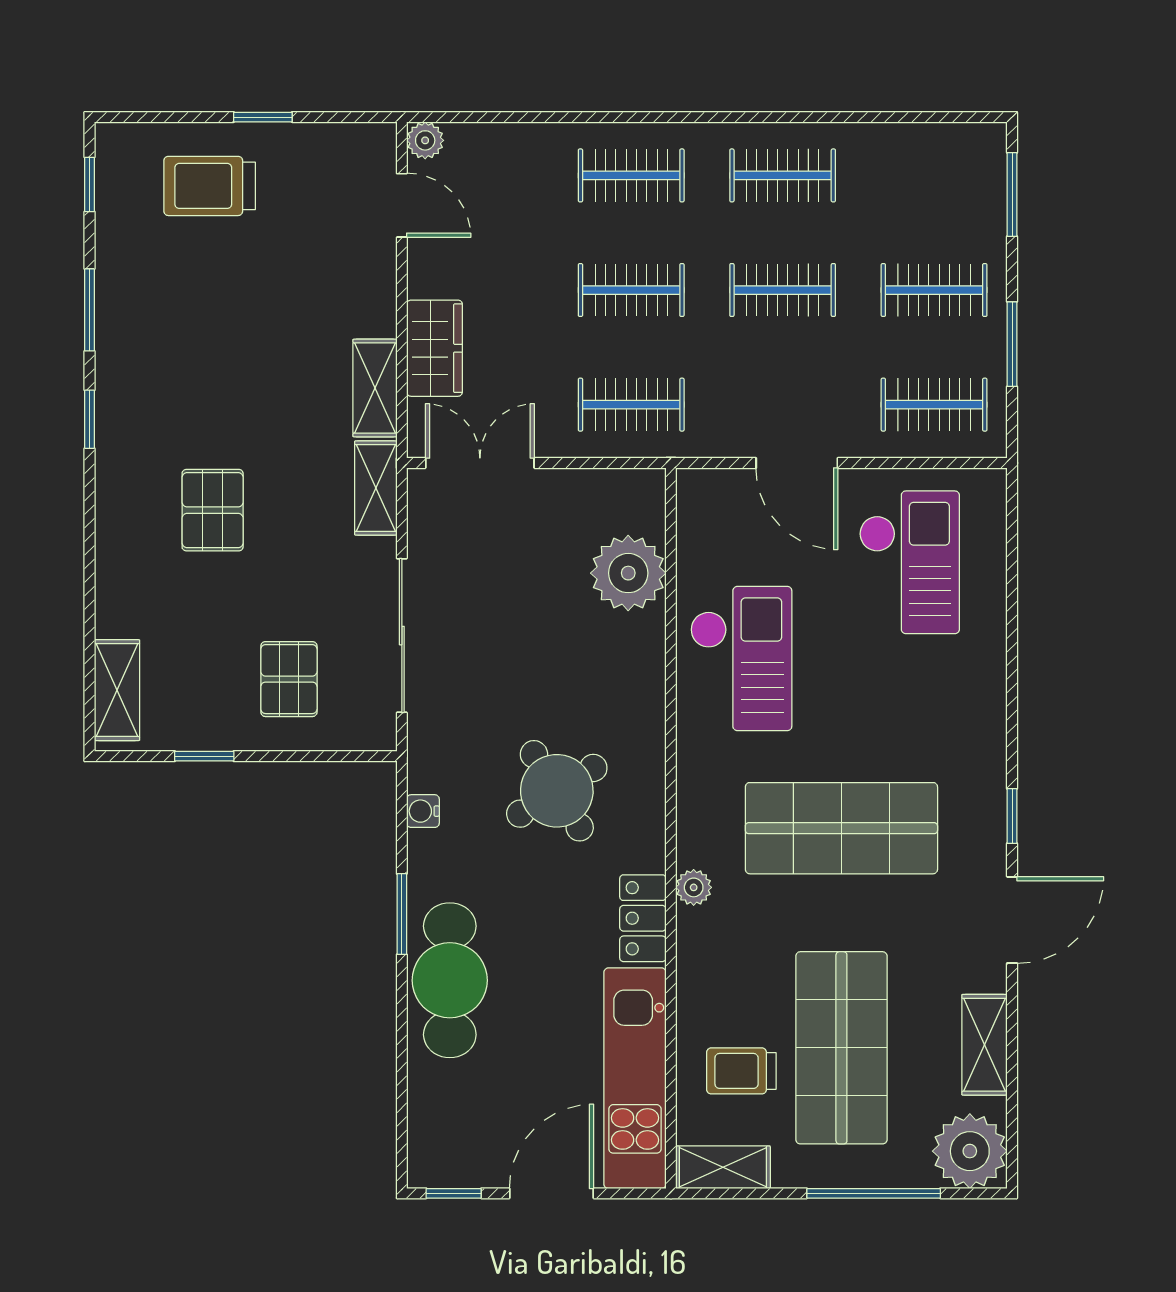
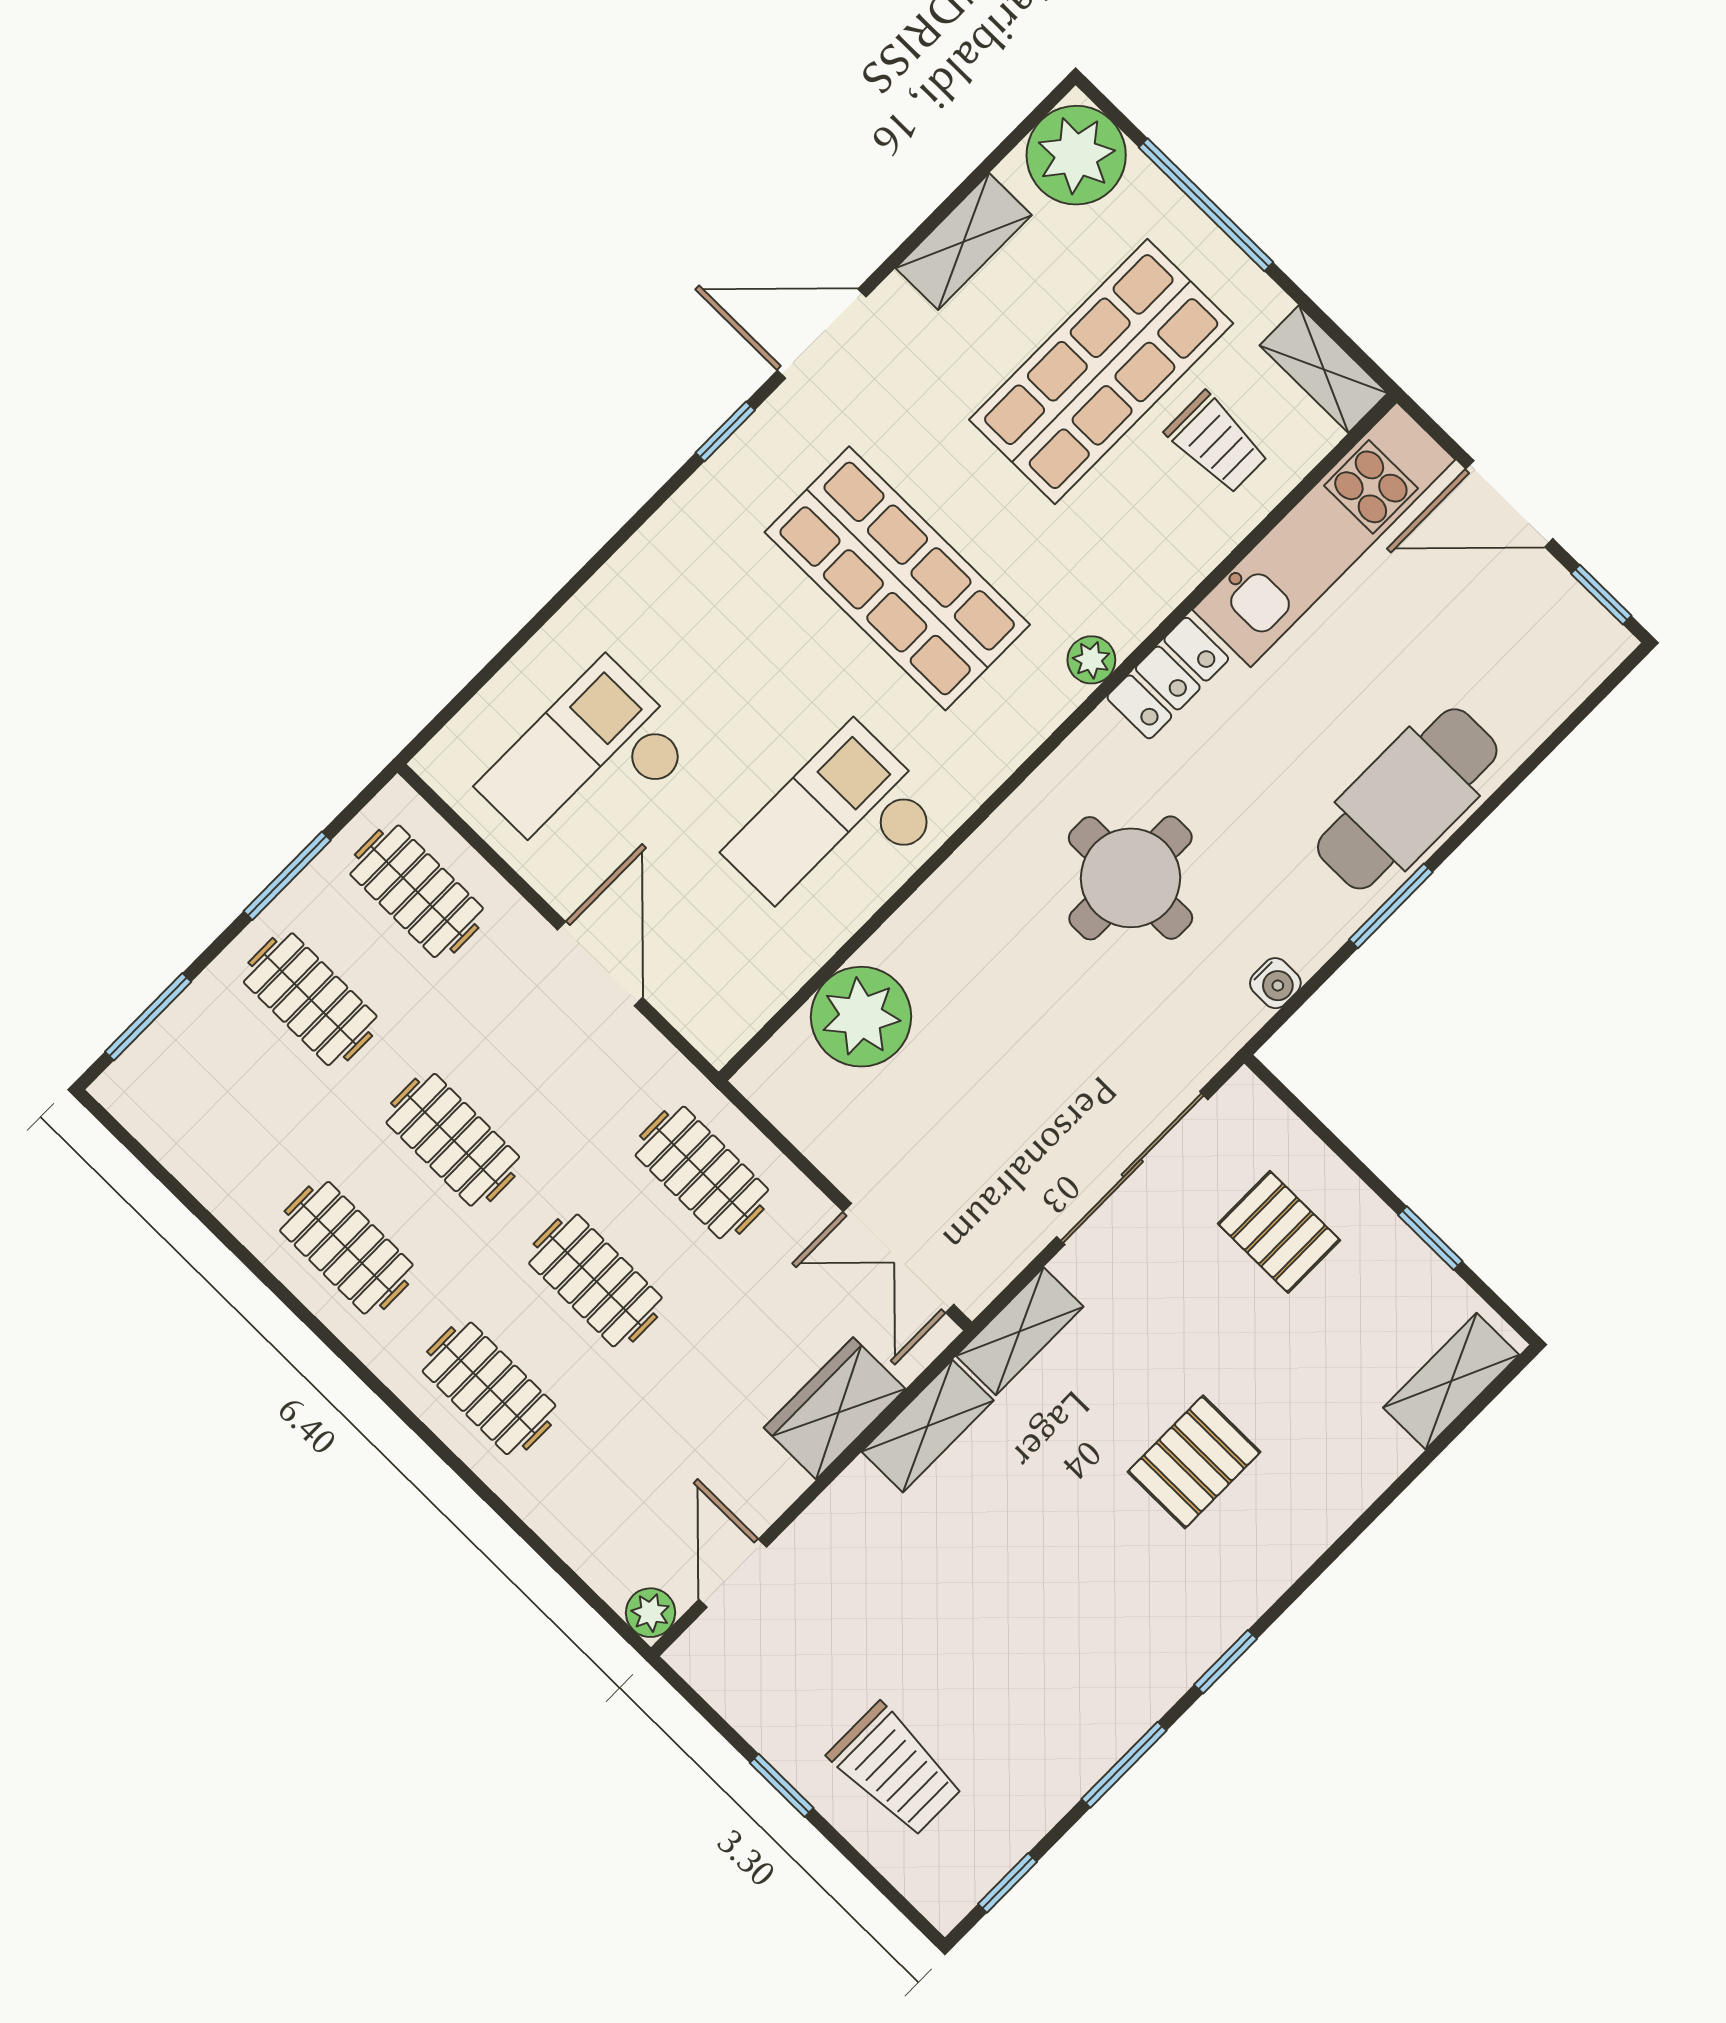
pallet: (289, 679) -> (1279, 1232), turned 90
round table: (557, 791) -> (1130, 878), turned 32

